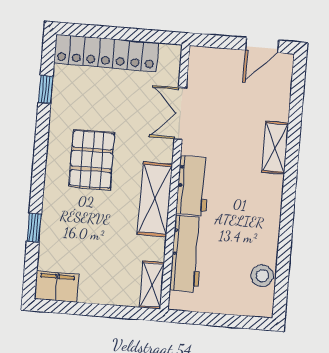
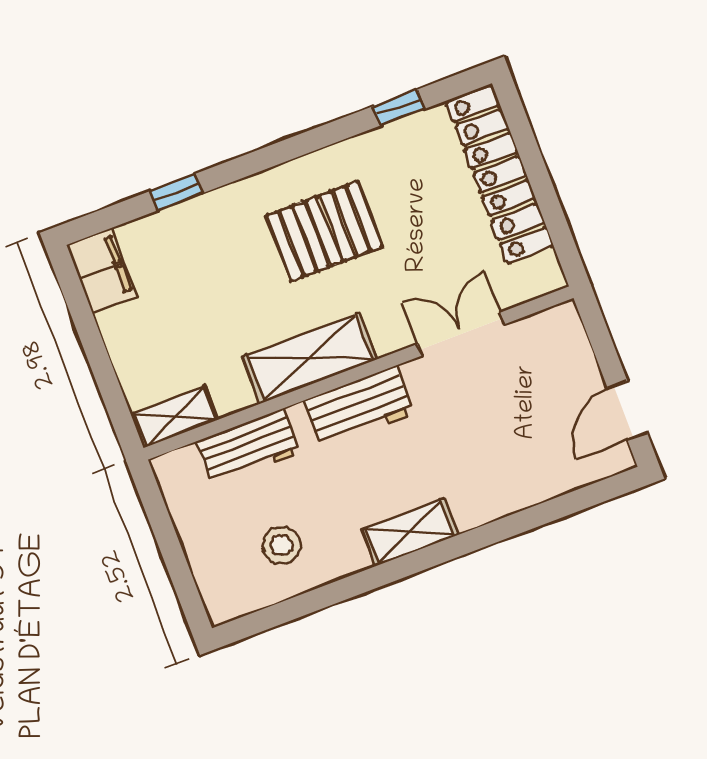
door: (262, 45) -> (627, 410), hinge flipped
shelving: (275, 147) -> (410, 532), moved
workbench: (187, 254) -> (248, 447), width x0.73
stool: (262, 276) -> (282, 545), moved

